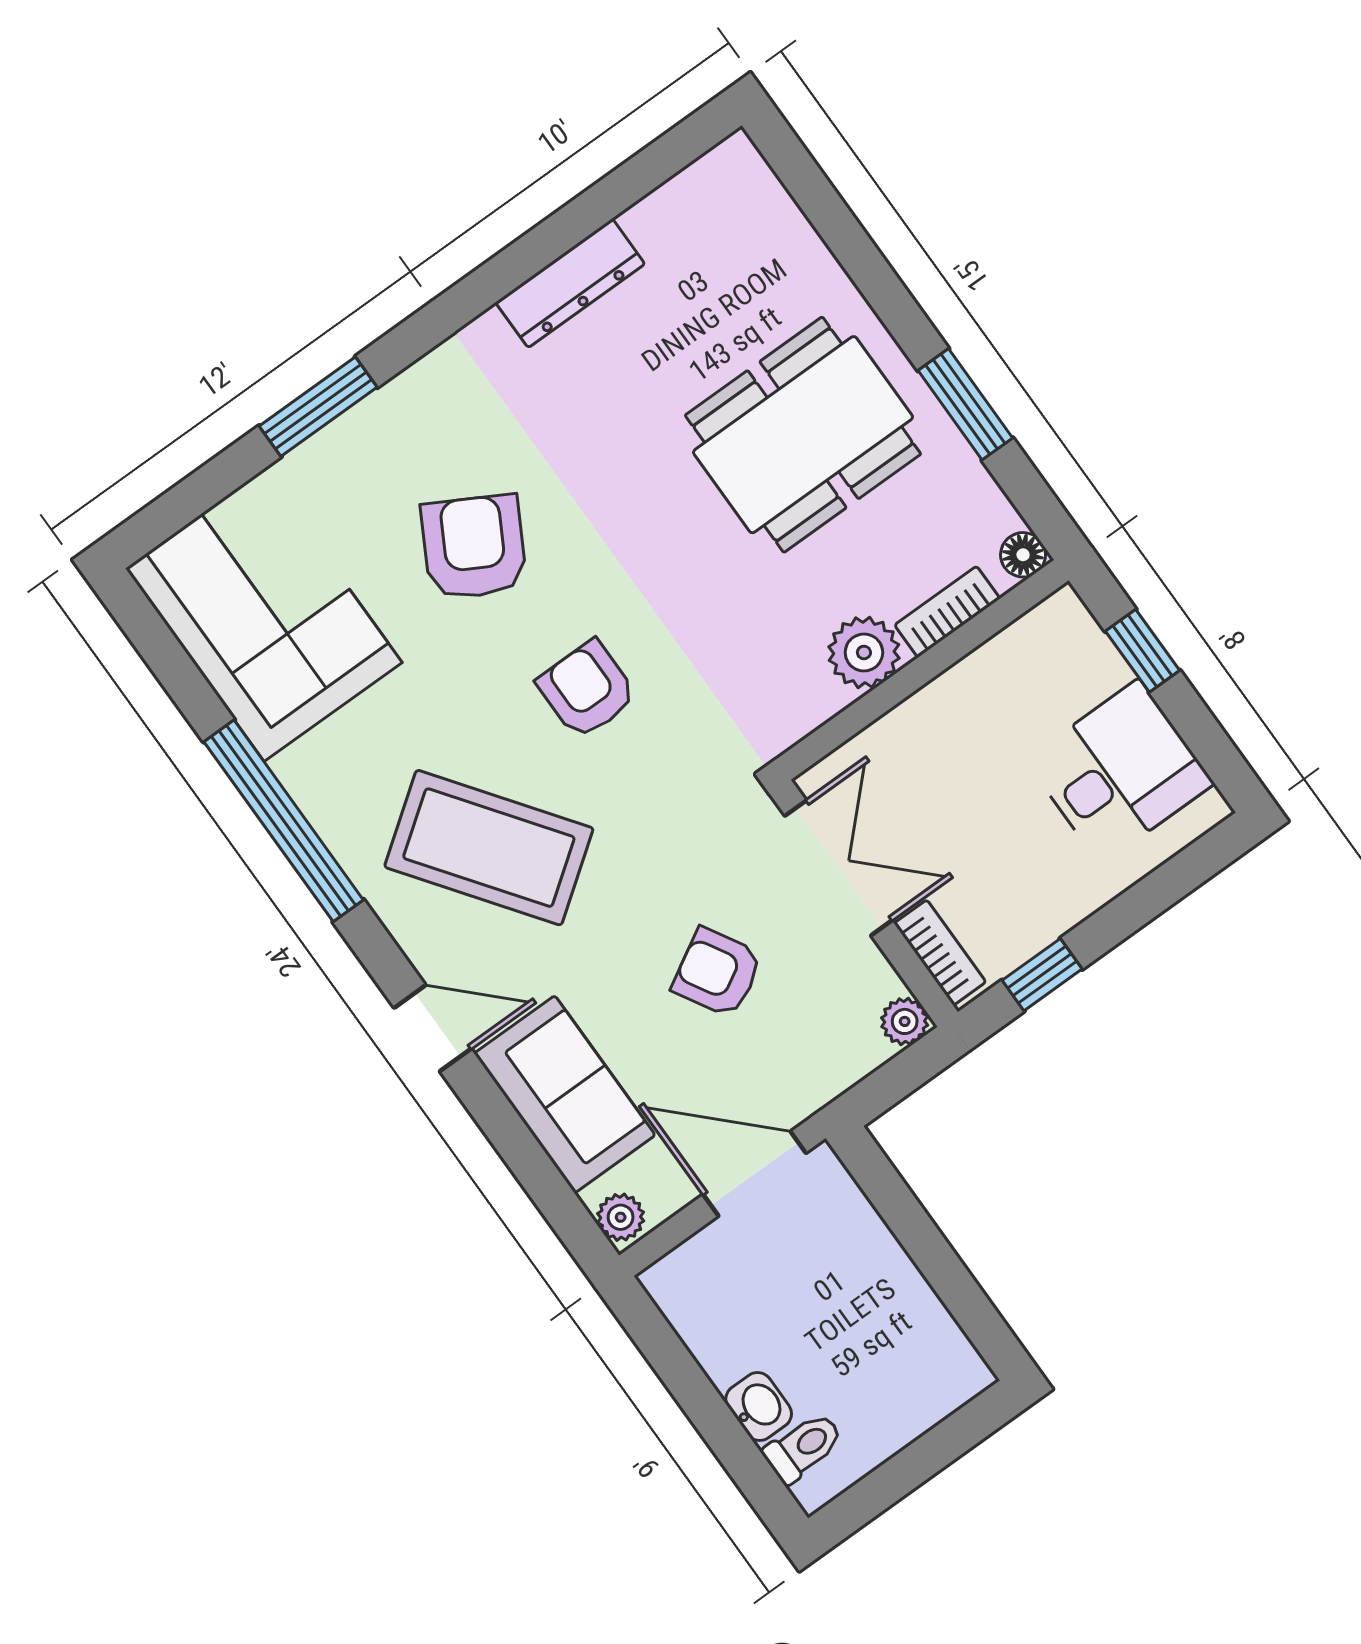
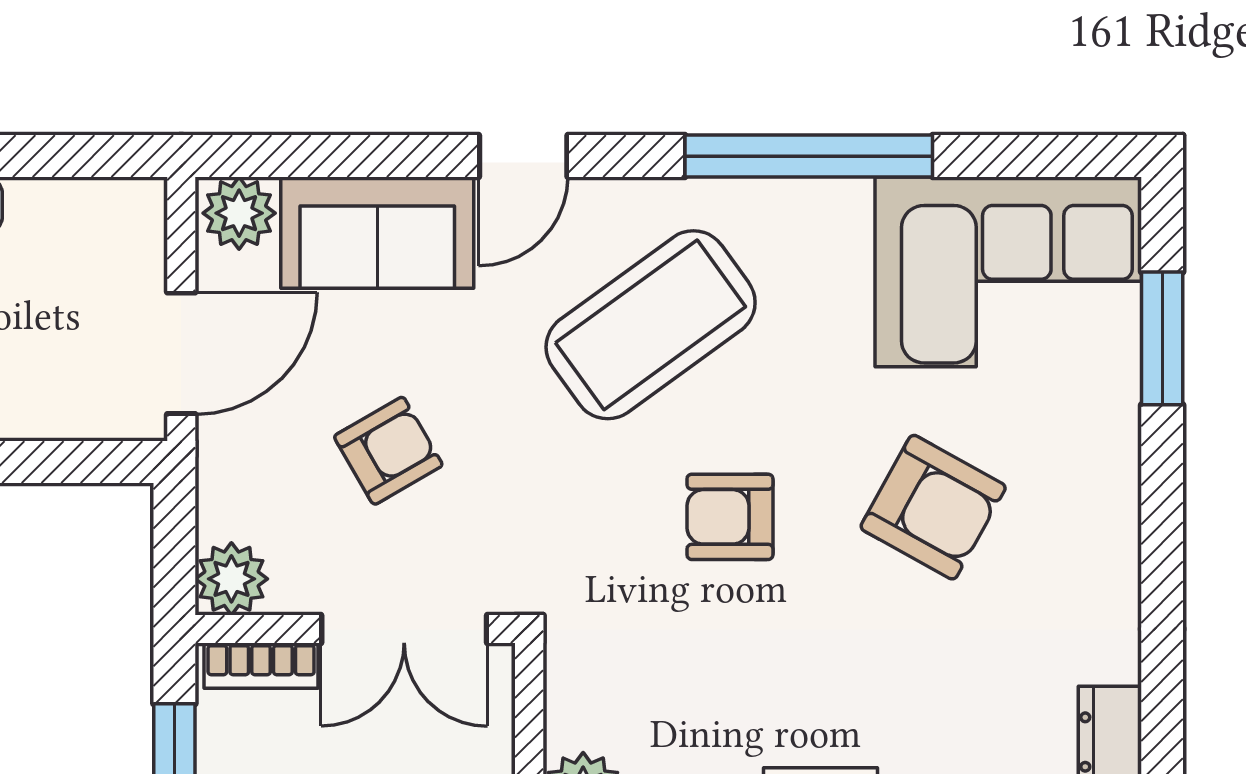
window: (318, 407) -> (1162, 338), moved
armchair: (587, 690) -> (730, 517), turned 180
plant: (905, 1021) -> (231, 579), width x1.38, depth x1.38
plant: (621, 1217) -> (239, 213), width x1.38, depth x1.38

